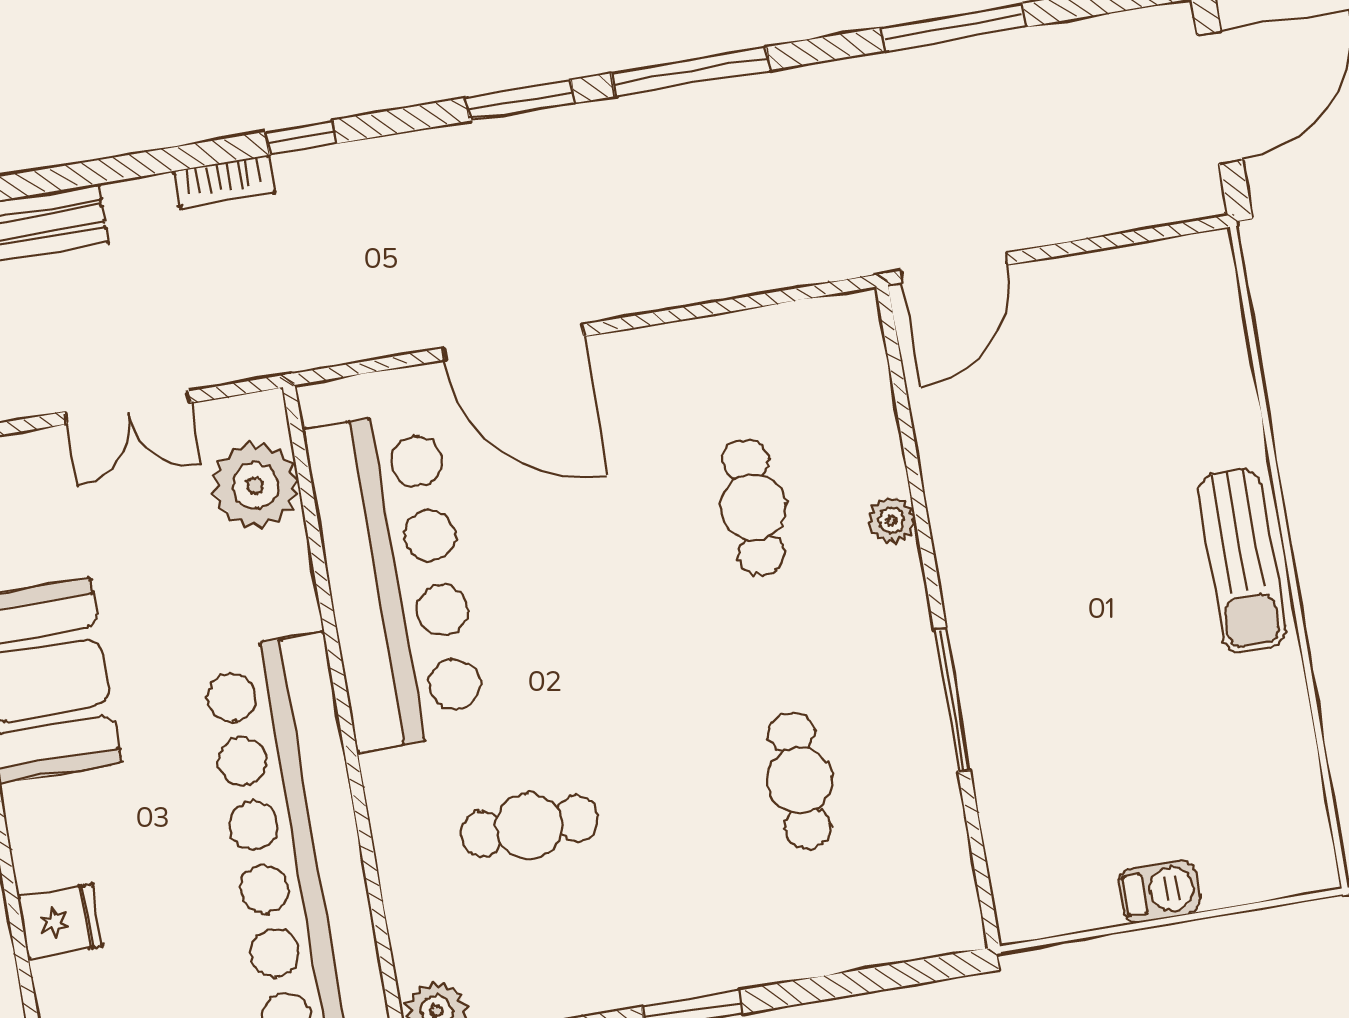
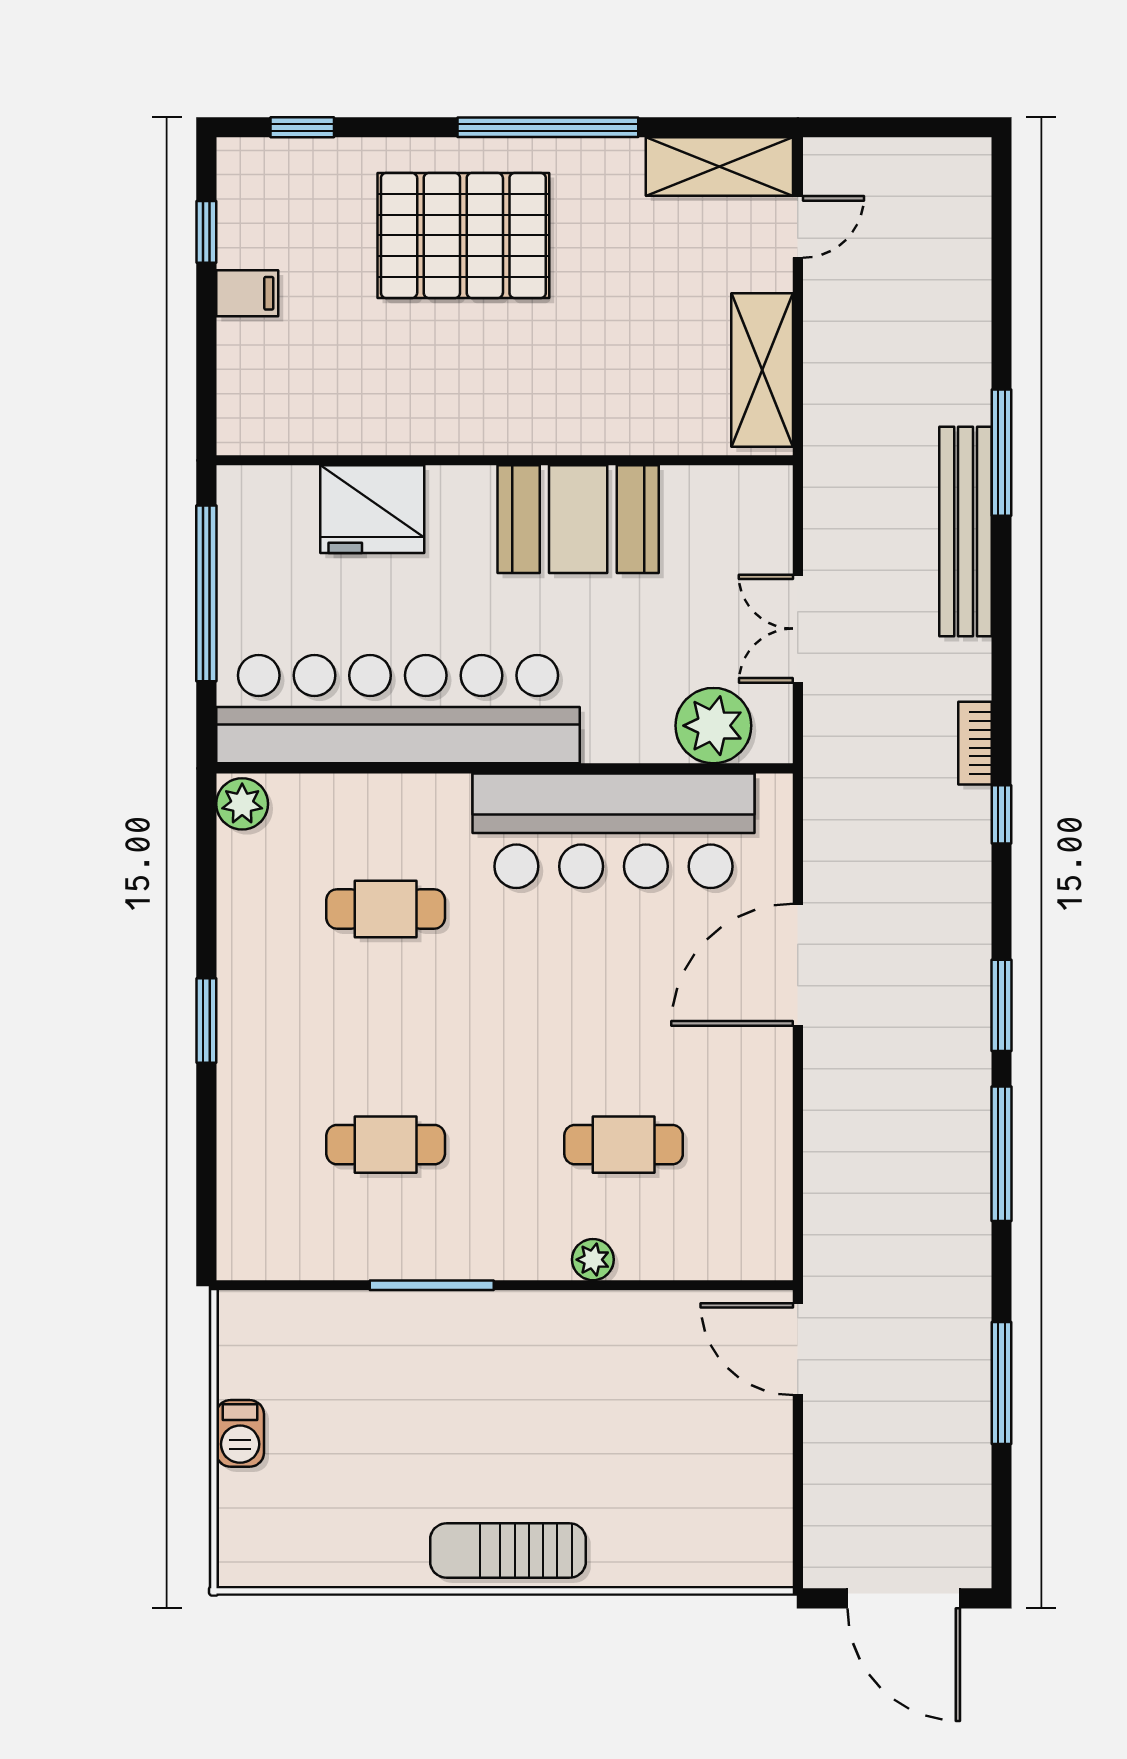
cafe table: (529, 826) -> (386, 909), turned 90
fridge: (60, 921) -> (372, 509), width x1.88, depth x1.34

